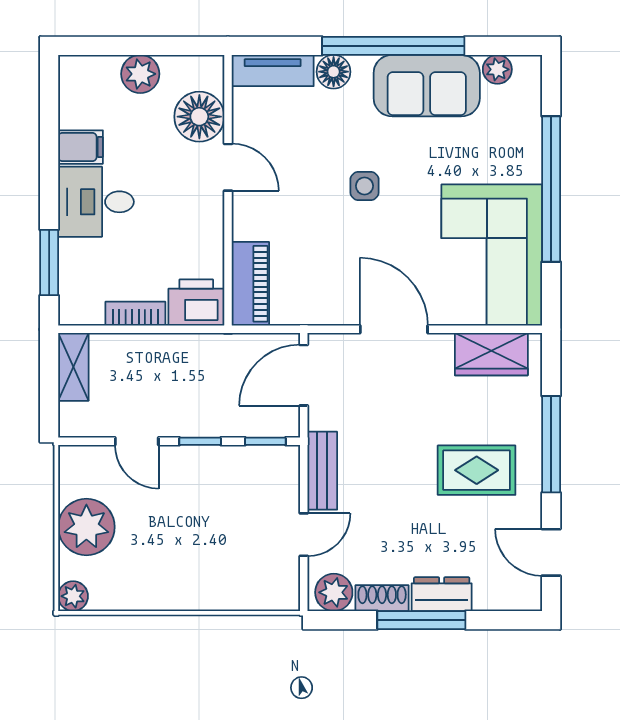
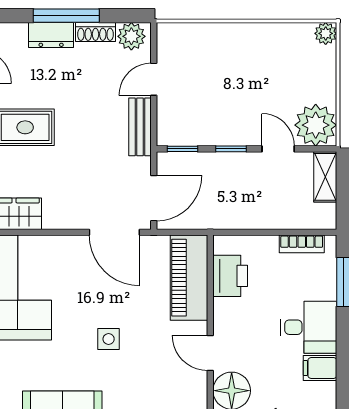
piano: (250, 284) -> (189, 278), width x1.37, depth x1.33
printer: (196, 303) -> (230, 276), moved, turned -90
bookcase: (135, 314) -> (302, 244), moved
door: (394, 329) -> (114, 232), moved
shelving: (73, 367) -> (325, 177), moved
plant: (86, 527) -> (316, 125), moved

